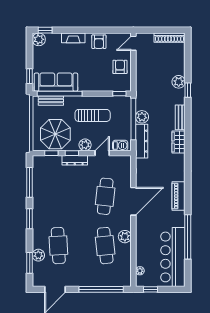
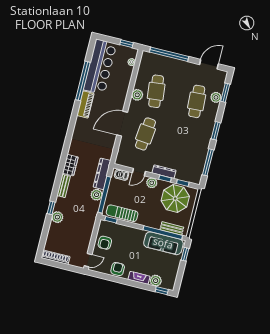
plant: (39, 39) -> (156, 281), moved
sun lounger: (93, 115) -> (122, 213), moved
piano: (179, 196) -> (85, 104), moved

